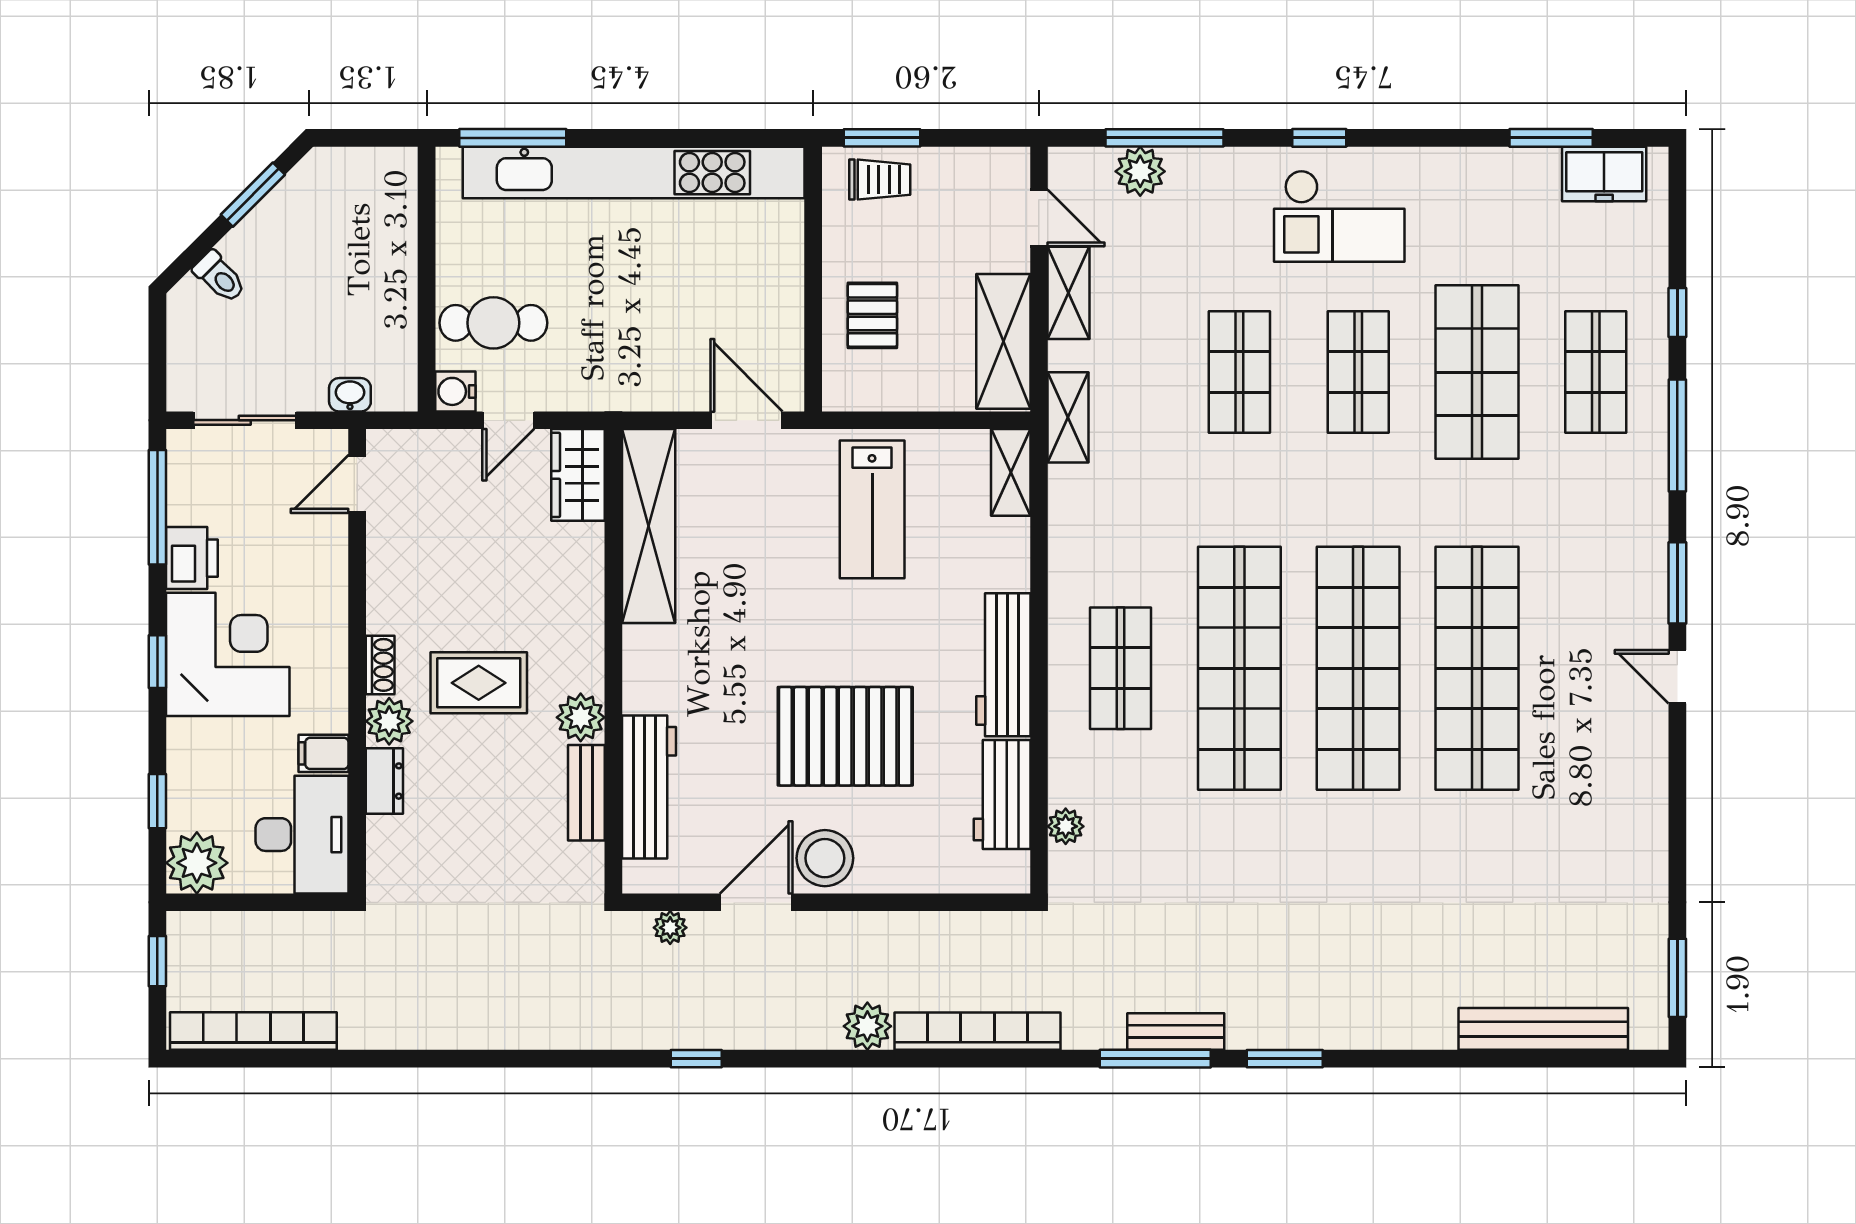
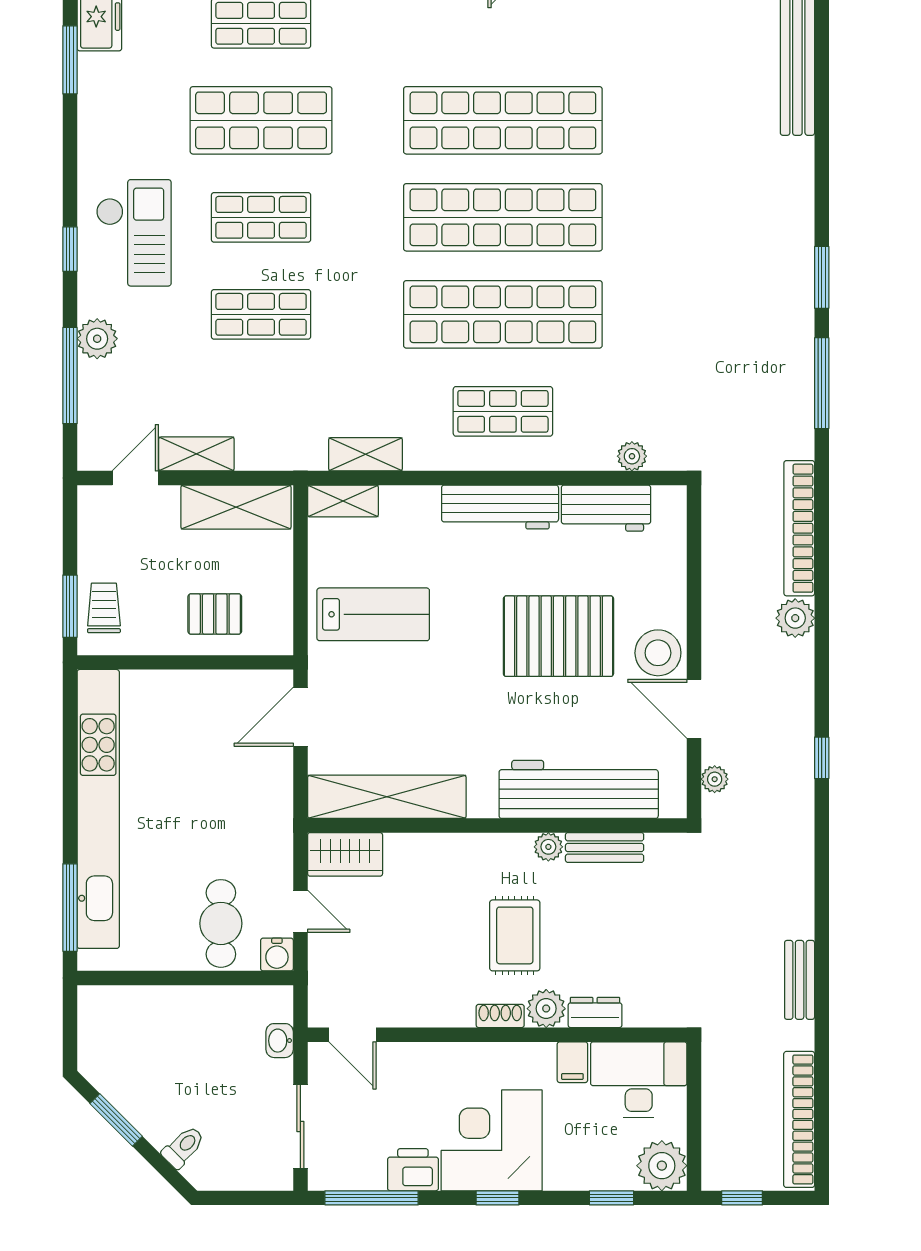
plant: (1140, 171) -> (97, 339), moved
shelving: (1068, 417) -> (365, 454), moved
plant: (581, 717) -> (548, 847), width x0.73, depth x0.73
pallet: (845, 736) -> (558, 636), turned 90
workbench: (649, 787) -> (579, 789), width x1.36, depth x1.32
bench: (1176, 1032) -> (800, 980), moved

